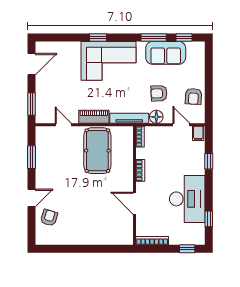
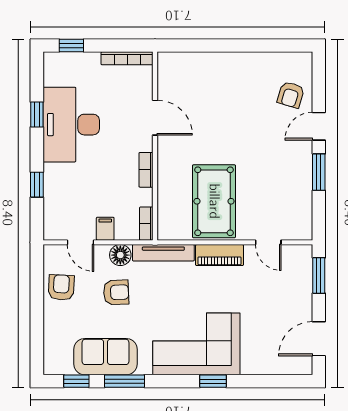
filing cabinet: (198, 133) -> (105, 229), moved
window: (31, 157) -> (319, 172), moved
window: (209, 219) -> (37, 114), moved

